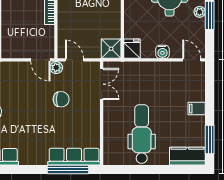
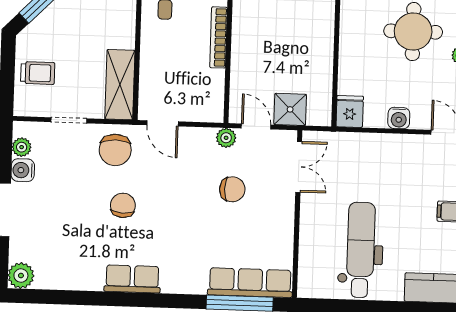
shower: (111, 49) -> (290, 109), moved
door: (40, 60) -> (163, 123), moved

